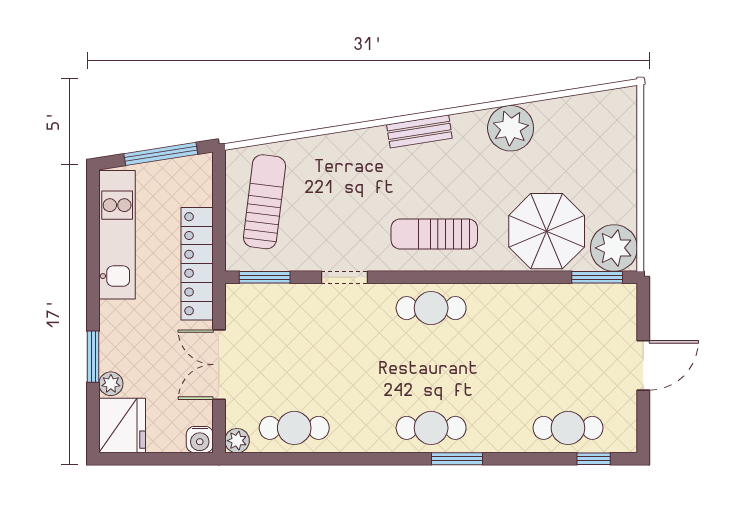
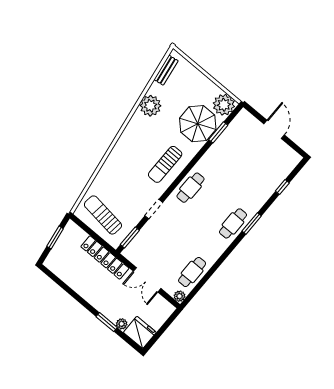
bench: (419, 131) -> (166, 70), moved
window: (161, 154) -> (55, 237), width x0.69
kitchen unit: (117, 235) -> (71, 277), removed
window: (597, 277) -> (218, 132), moved
cafe table: (568, 428) -> (274, 175), removed
water cooler: (200, 440) -> (168, 309), removed
window: (594, 459) -> (282, 187), moved

